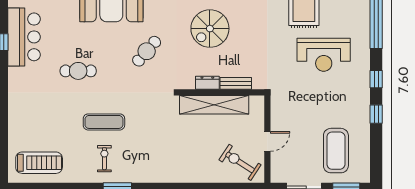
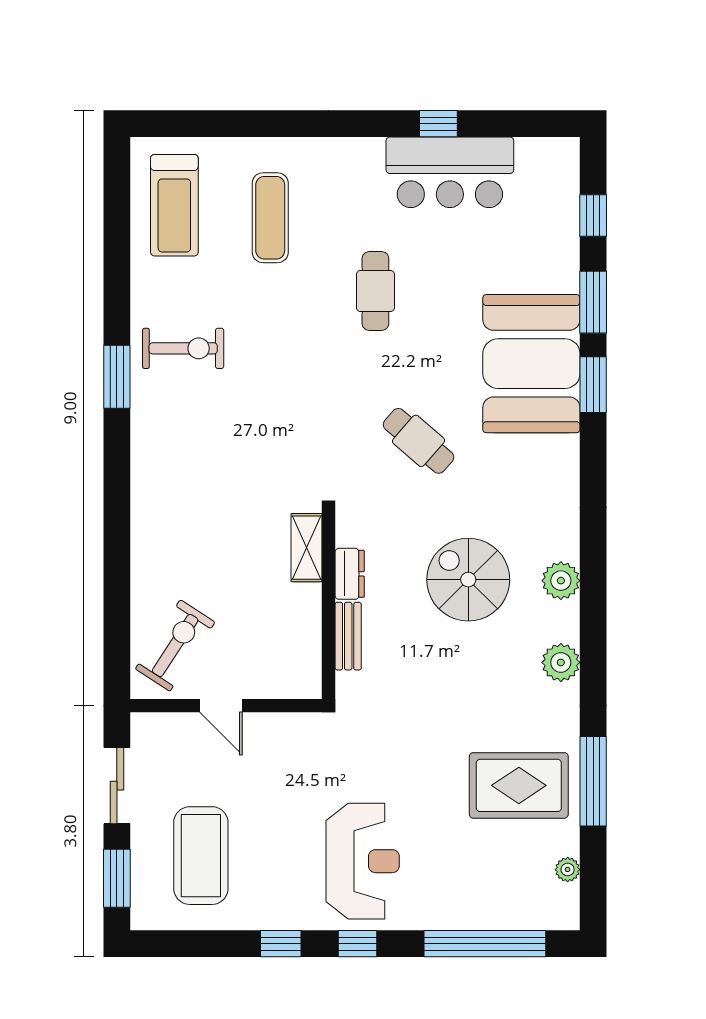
reception desk: (324, 55) -> (363, 861), moved, turned 180
shelving: (214, 105) -> (307, 548), width x0.45, depth x0.75
exercise mat: (104, 122) -> (270, 218), moved
coffee table: (336, 151) -> (201, 856), turned 90
exercise bike: (104, 159) -> (183, 348), width x1.38, depth x1.39

